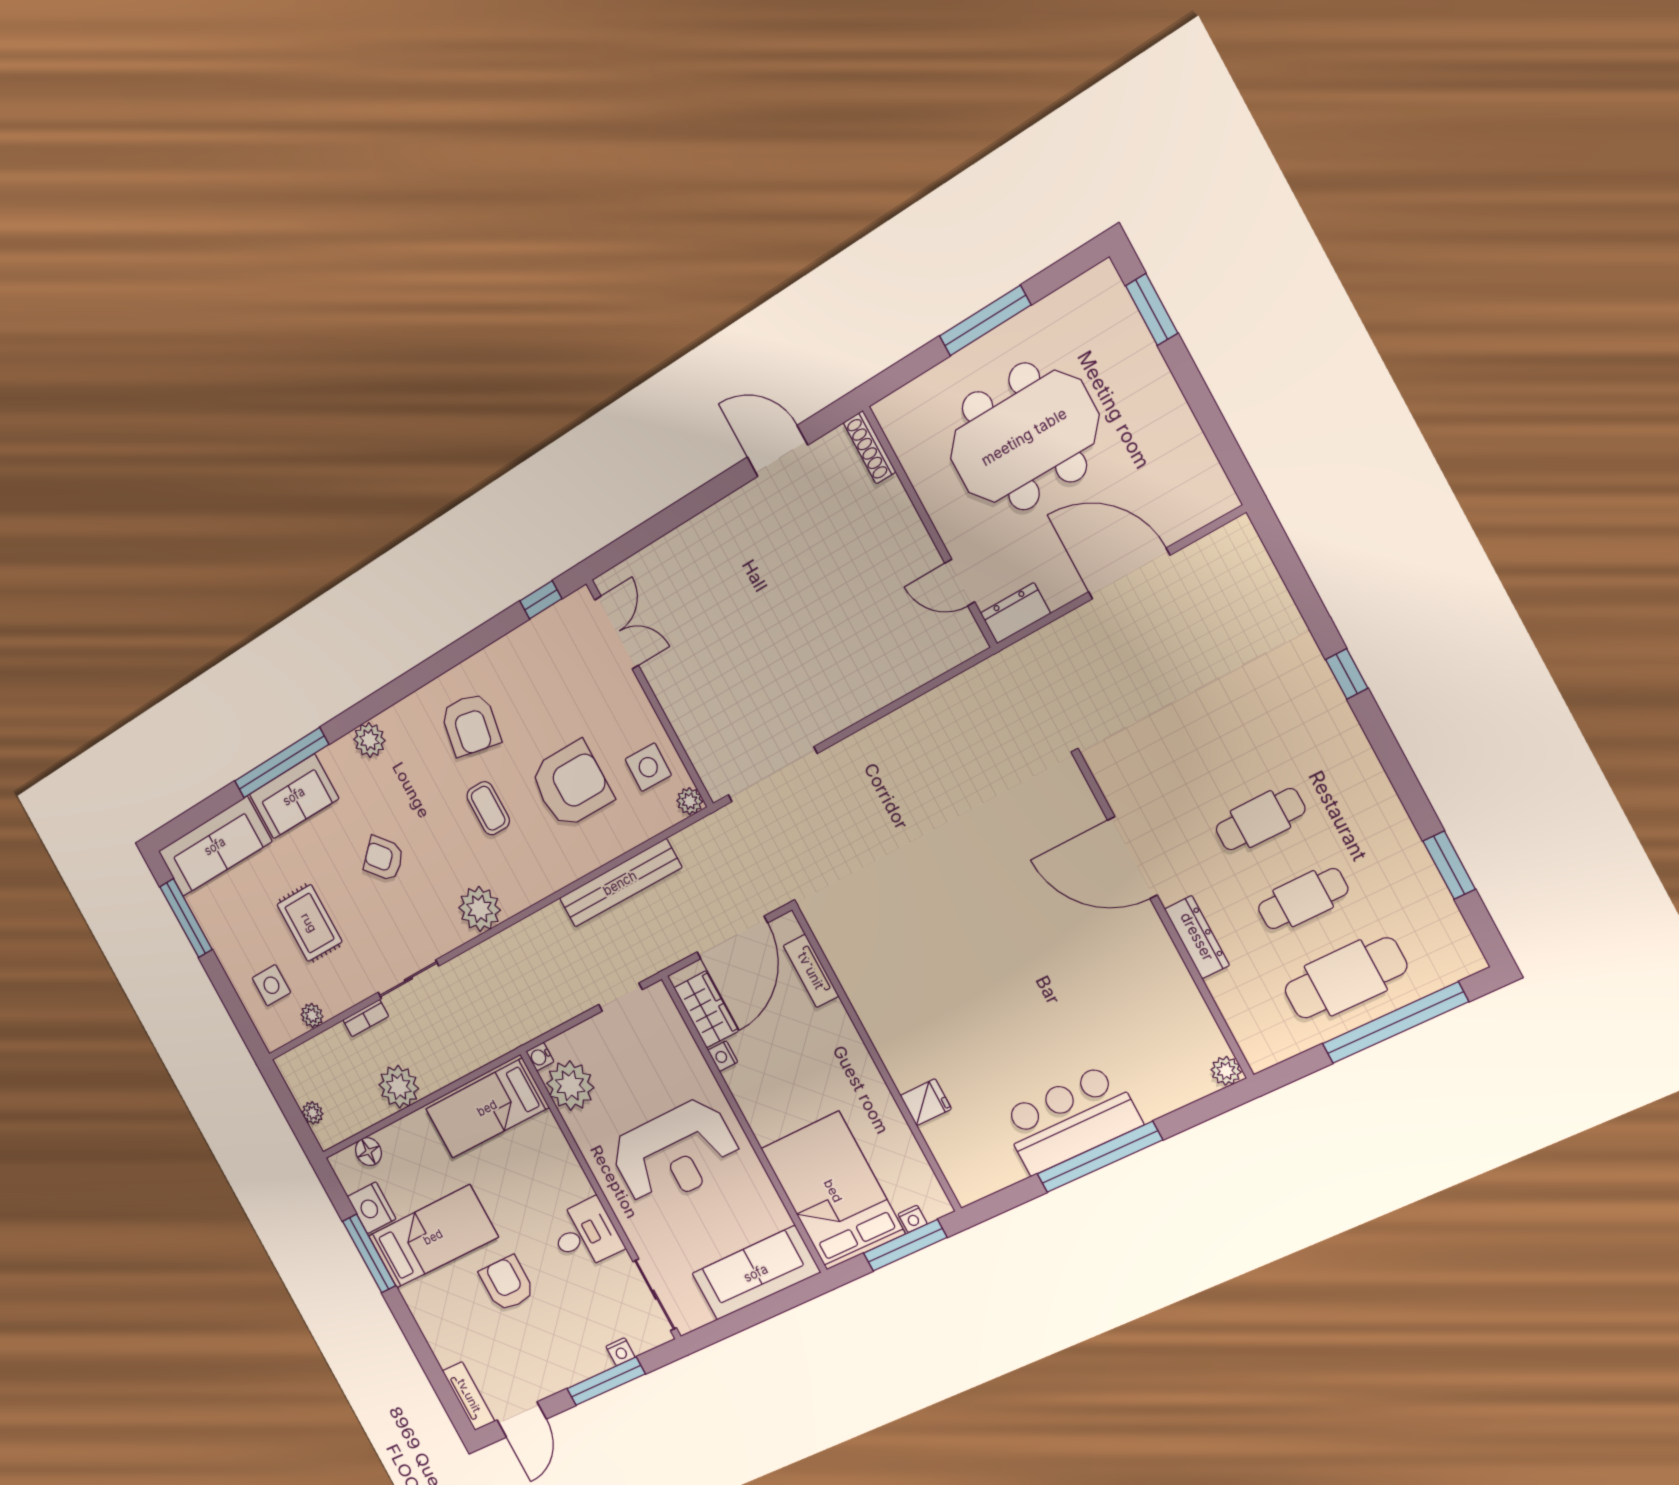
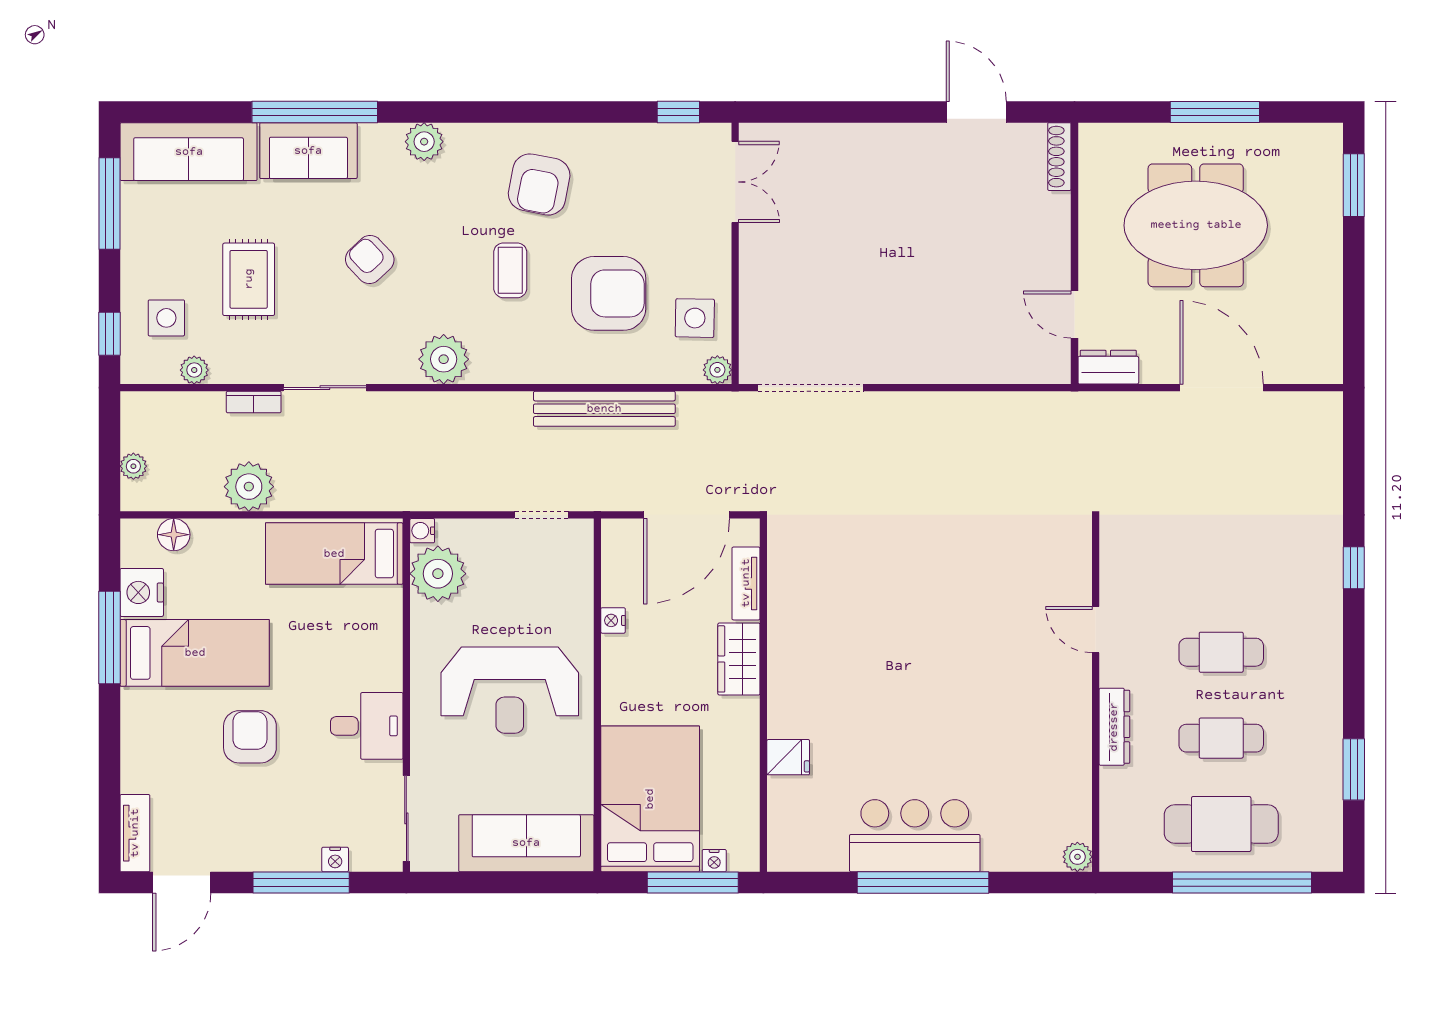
door: (1132, 858) -> (1096, 630), width x0.53
wardrobe: (706, 1009) -> (739, 659), moved, turned 180
window: (241, 1019) -> (110, 334), added

